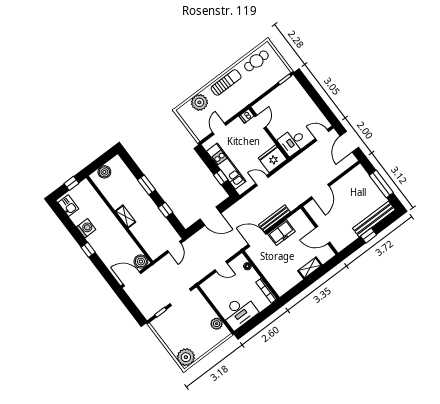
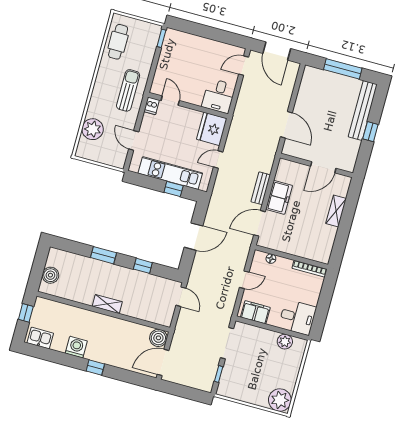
sun lounger: (226, 82) -> (128, 90), moved
bench: (274, 218) -> (261, 188), width x0.73
filing cabinet: (212, 292) -> (255, 312), added
desk: (239, 312) -> (297, 317), width x0.73

